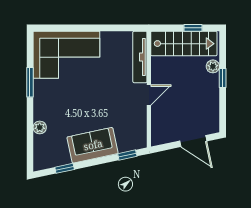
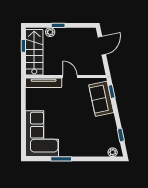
plant: (40, 127) -> (113, 152), moved
sofa: (93, 145) -> (101, 99), moved

